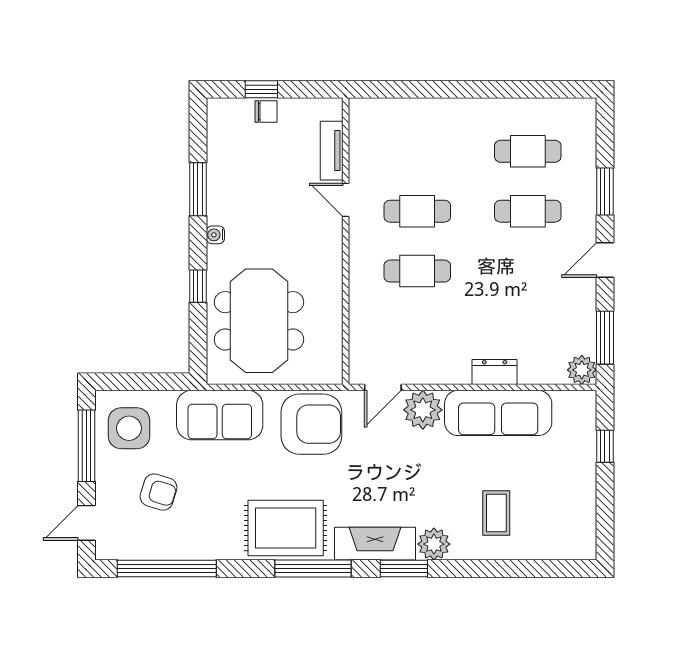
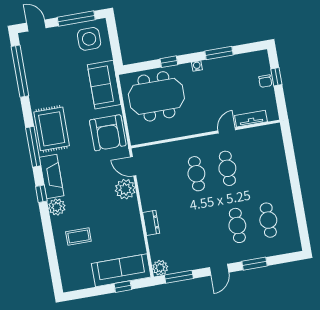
door: (605, 260) -> (219, 270), swing flipped
sofa: (498, 413) -> (121, 270), moved, turned 90
armchair: (159, 492) -> (59, 60), removed
window: (404, 569) -> (41, 194), width x0.67

